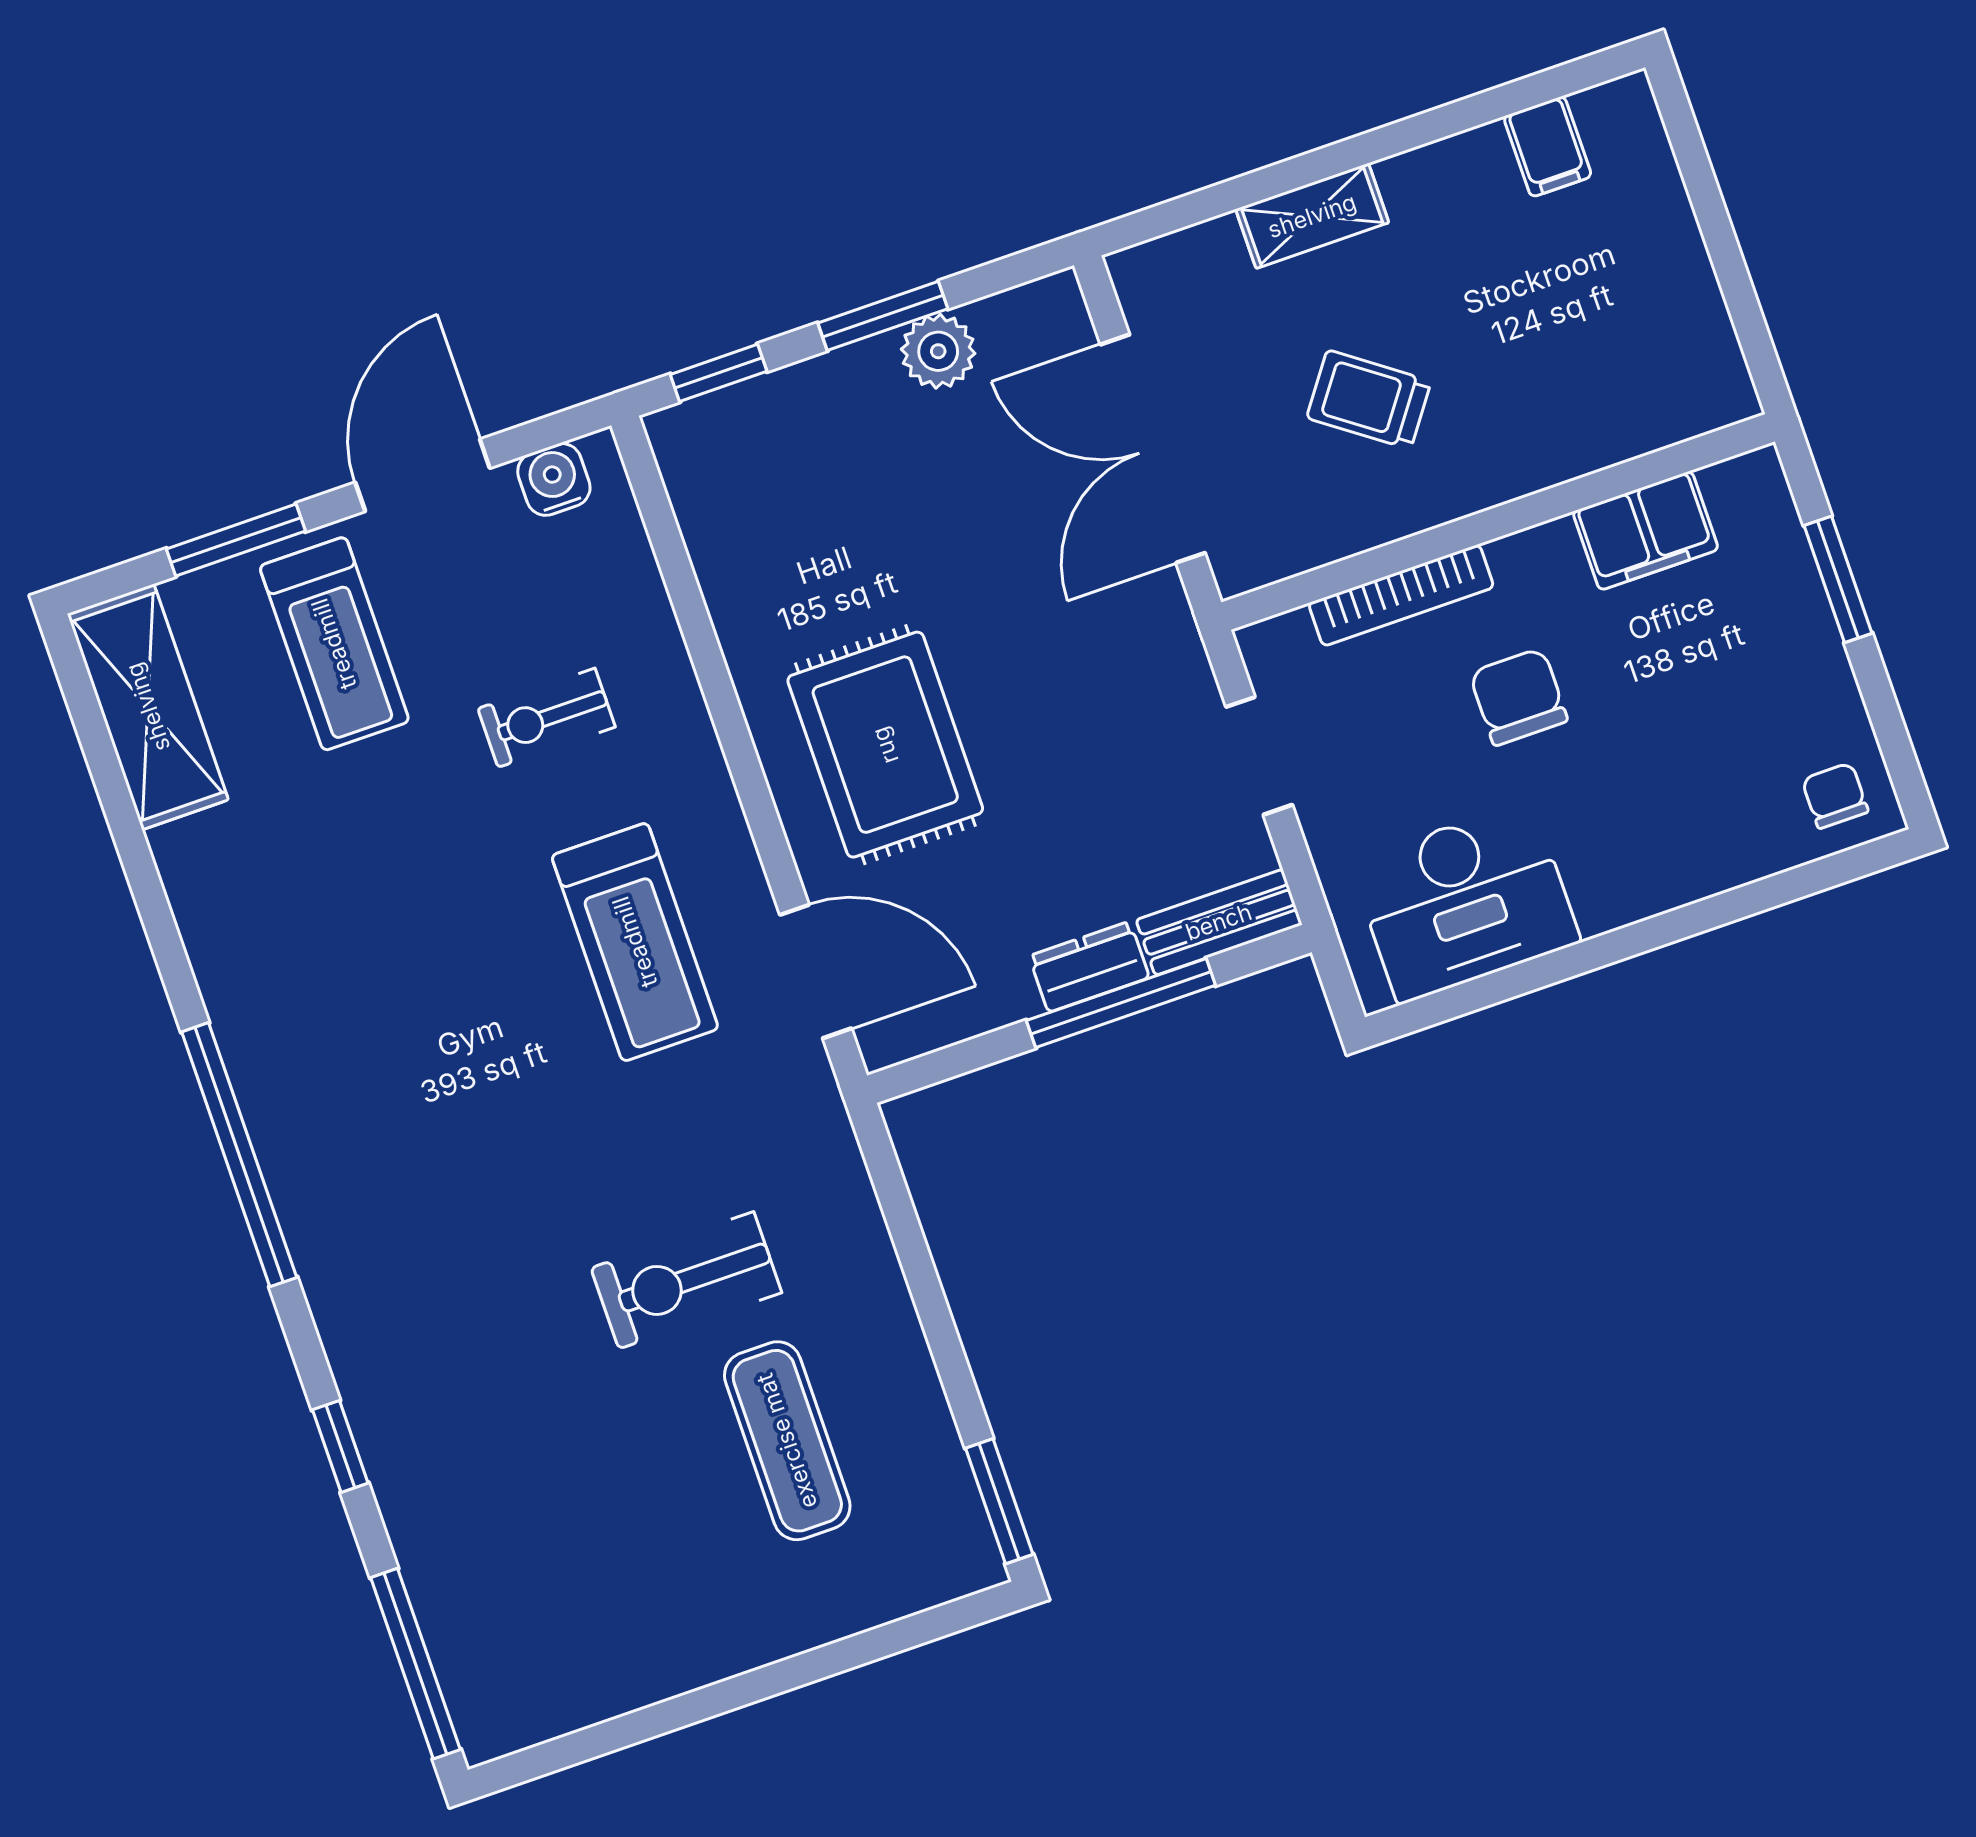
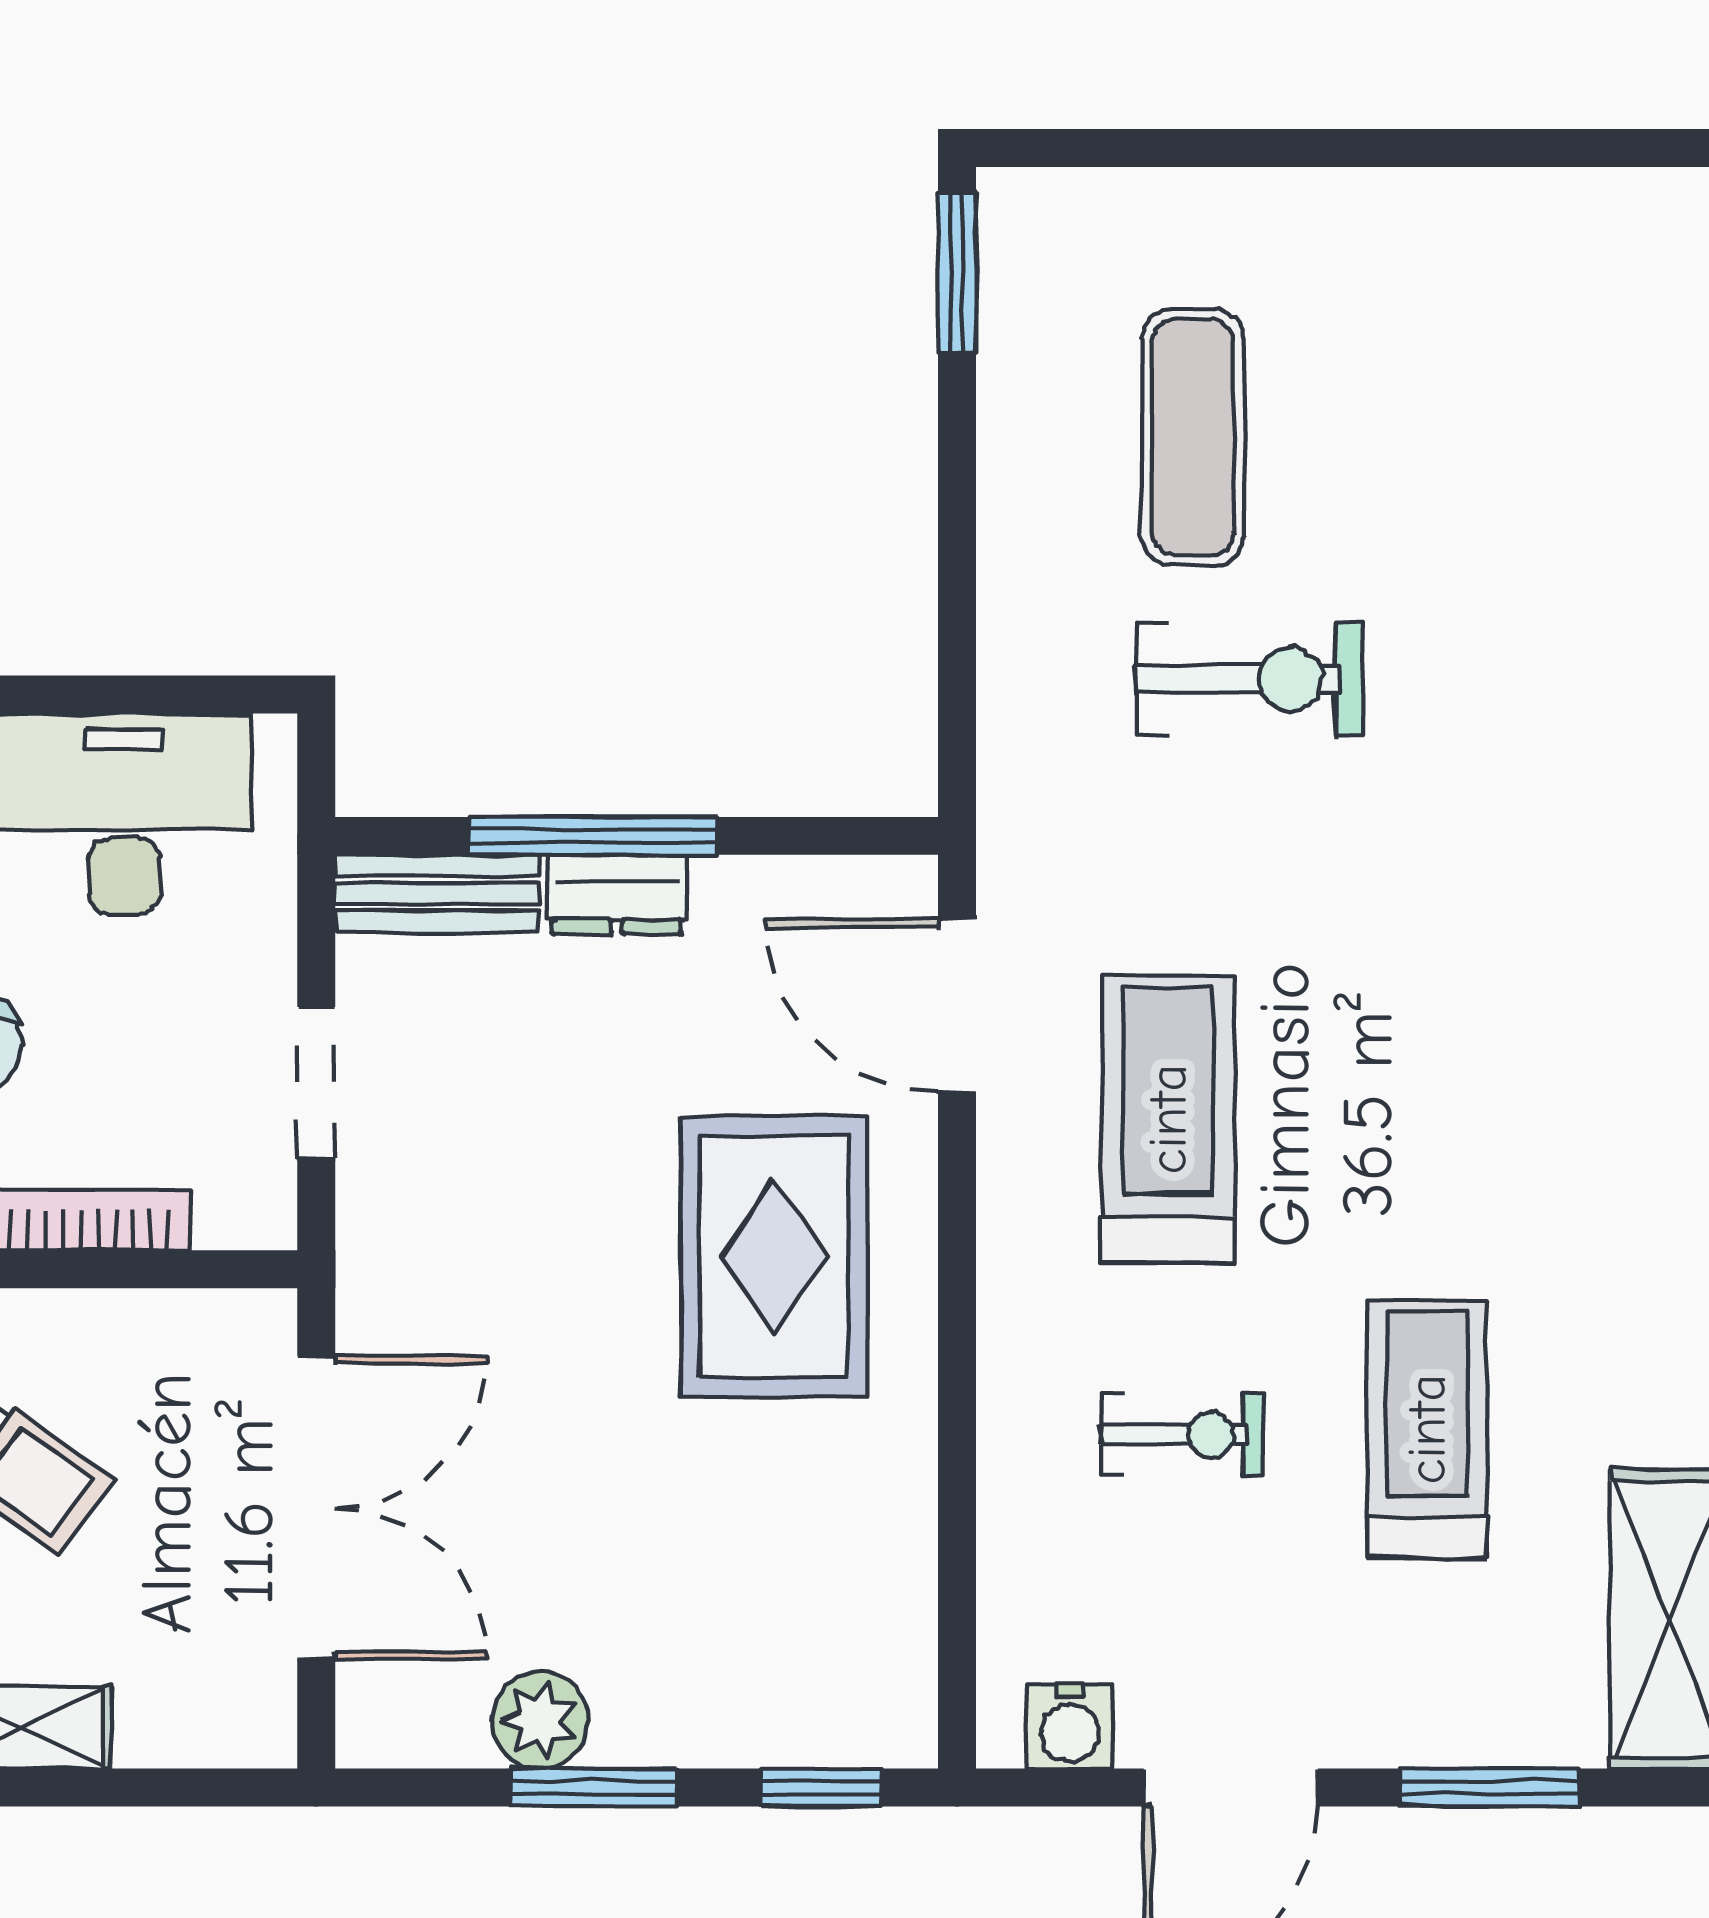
treadmill: (334, 644) -> (1427, 1429), moved

